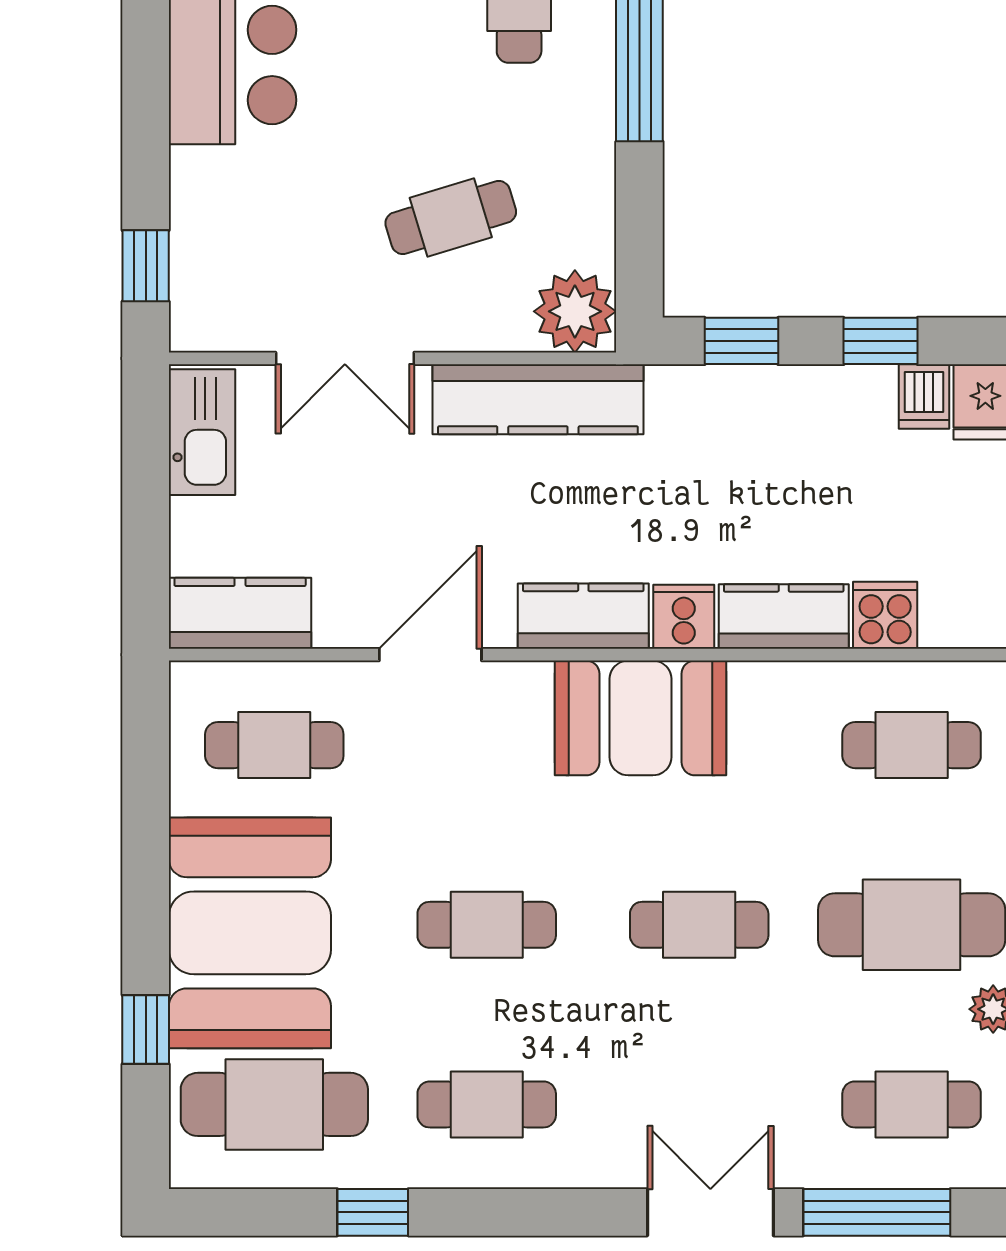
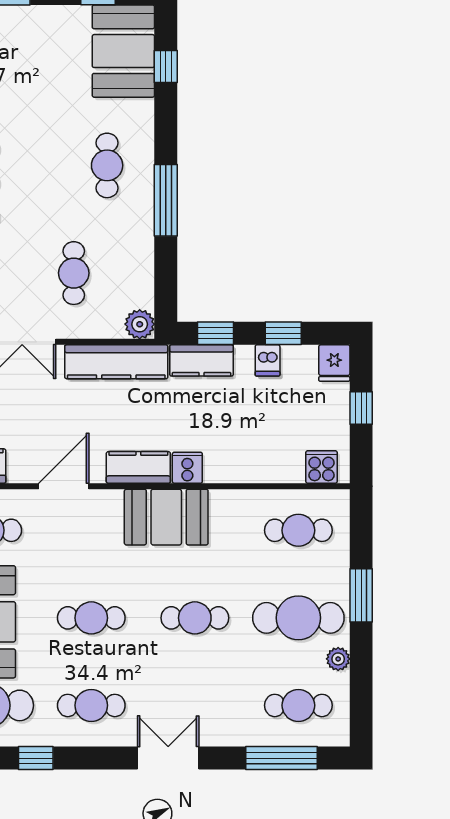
cafe table: (451, 218) -> (74, 273), turned -73
plant: (575, 311) -> (140, 324), width x0.73, depth x0.73
dishwasher: (924, 397) -> (268, 360), moved
cooker: (885, 615) -> (321, 467), moved
kitchen counter: (784, 616) -> (201, 360), moved, turned 180
double door: (710, 1212) -> (168, 758), moved

